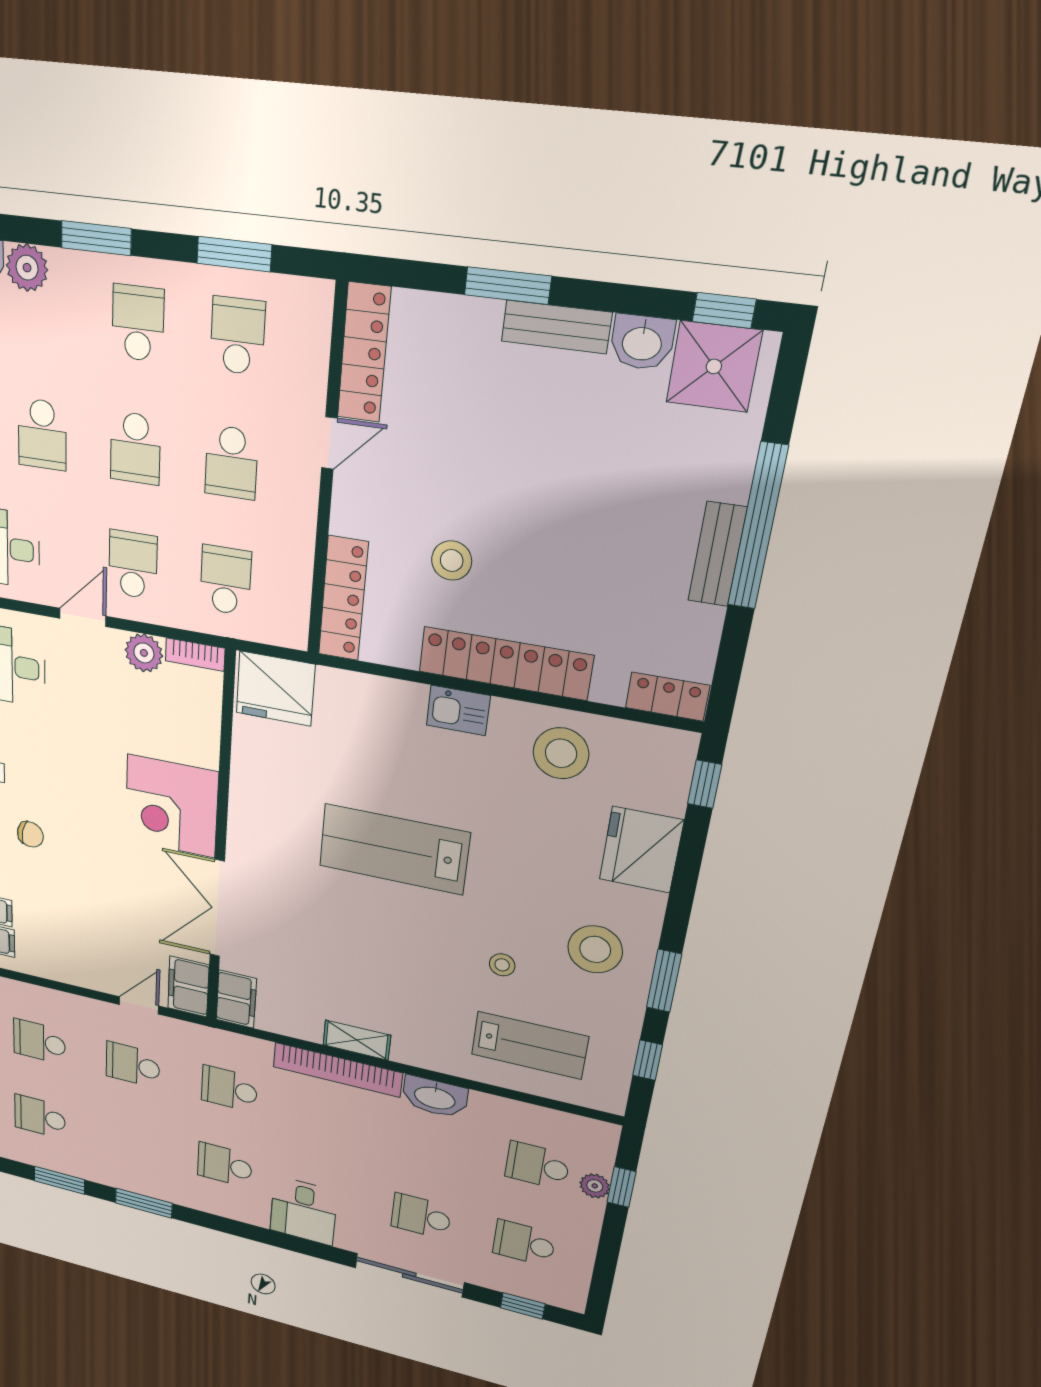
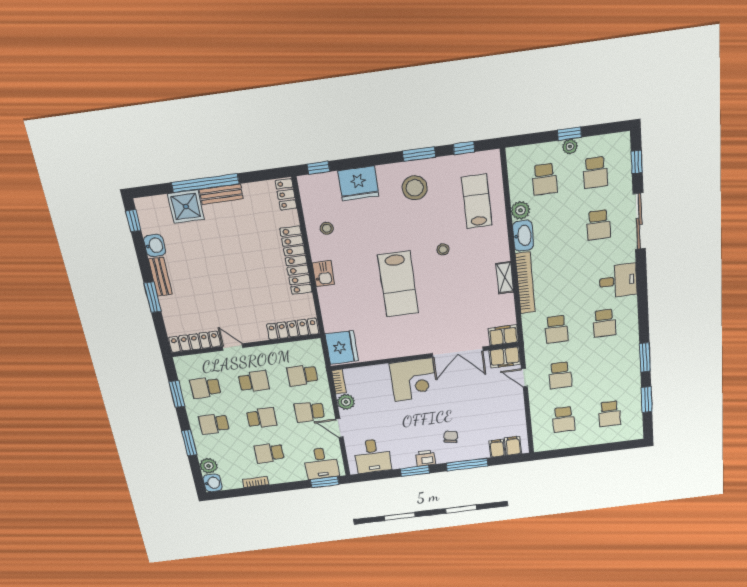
shower: (714, 366) -> (186, 207), moved
school desk: (42, 434) -> (269, 453), turned 180
stool: (452, 560) -> (261, 292), removed
stool: (561, 753) -> (327, 228), width x0.53, depth x0.53
stool: (502, 965) -> (443, 249), moved
plant: (488, 1109) -> (520, 210), added
plant: (595, 1186) -> (570, 147), moved
window: (621, 1187) -> (570, 134), moved

